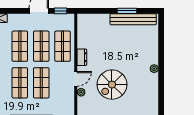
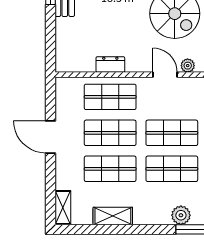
window: (61, 11) -> (51, 100), removed
dresser: (82, 57) -> (110, 64), moved

